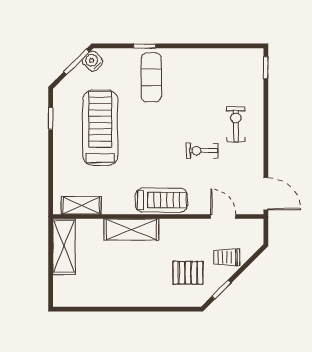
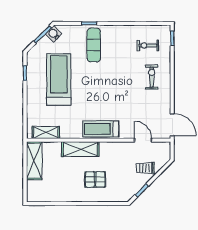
exercise bike: (202, 151) -> (148, 45), moved
treadmill: (161, 200) -> (101, 129), turned 180
pallet: (188, 273) -> (95, 180), moved

